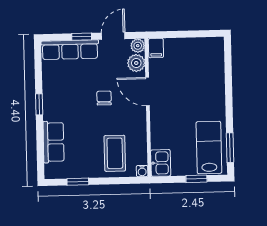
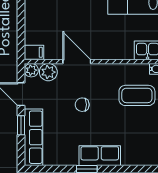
door: (148, 92) -> (77, 62), swing flipped
row of seats: (54, 142) -> (100, 156), moved

